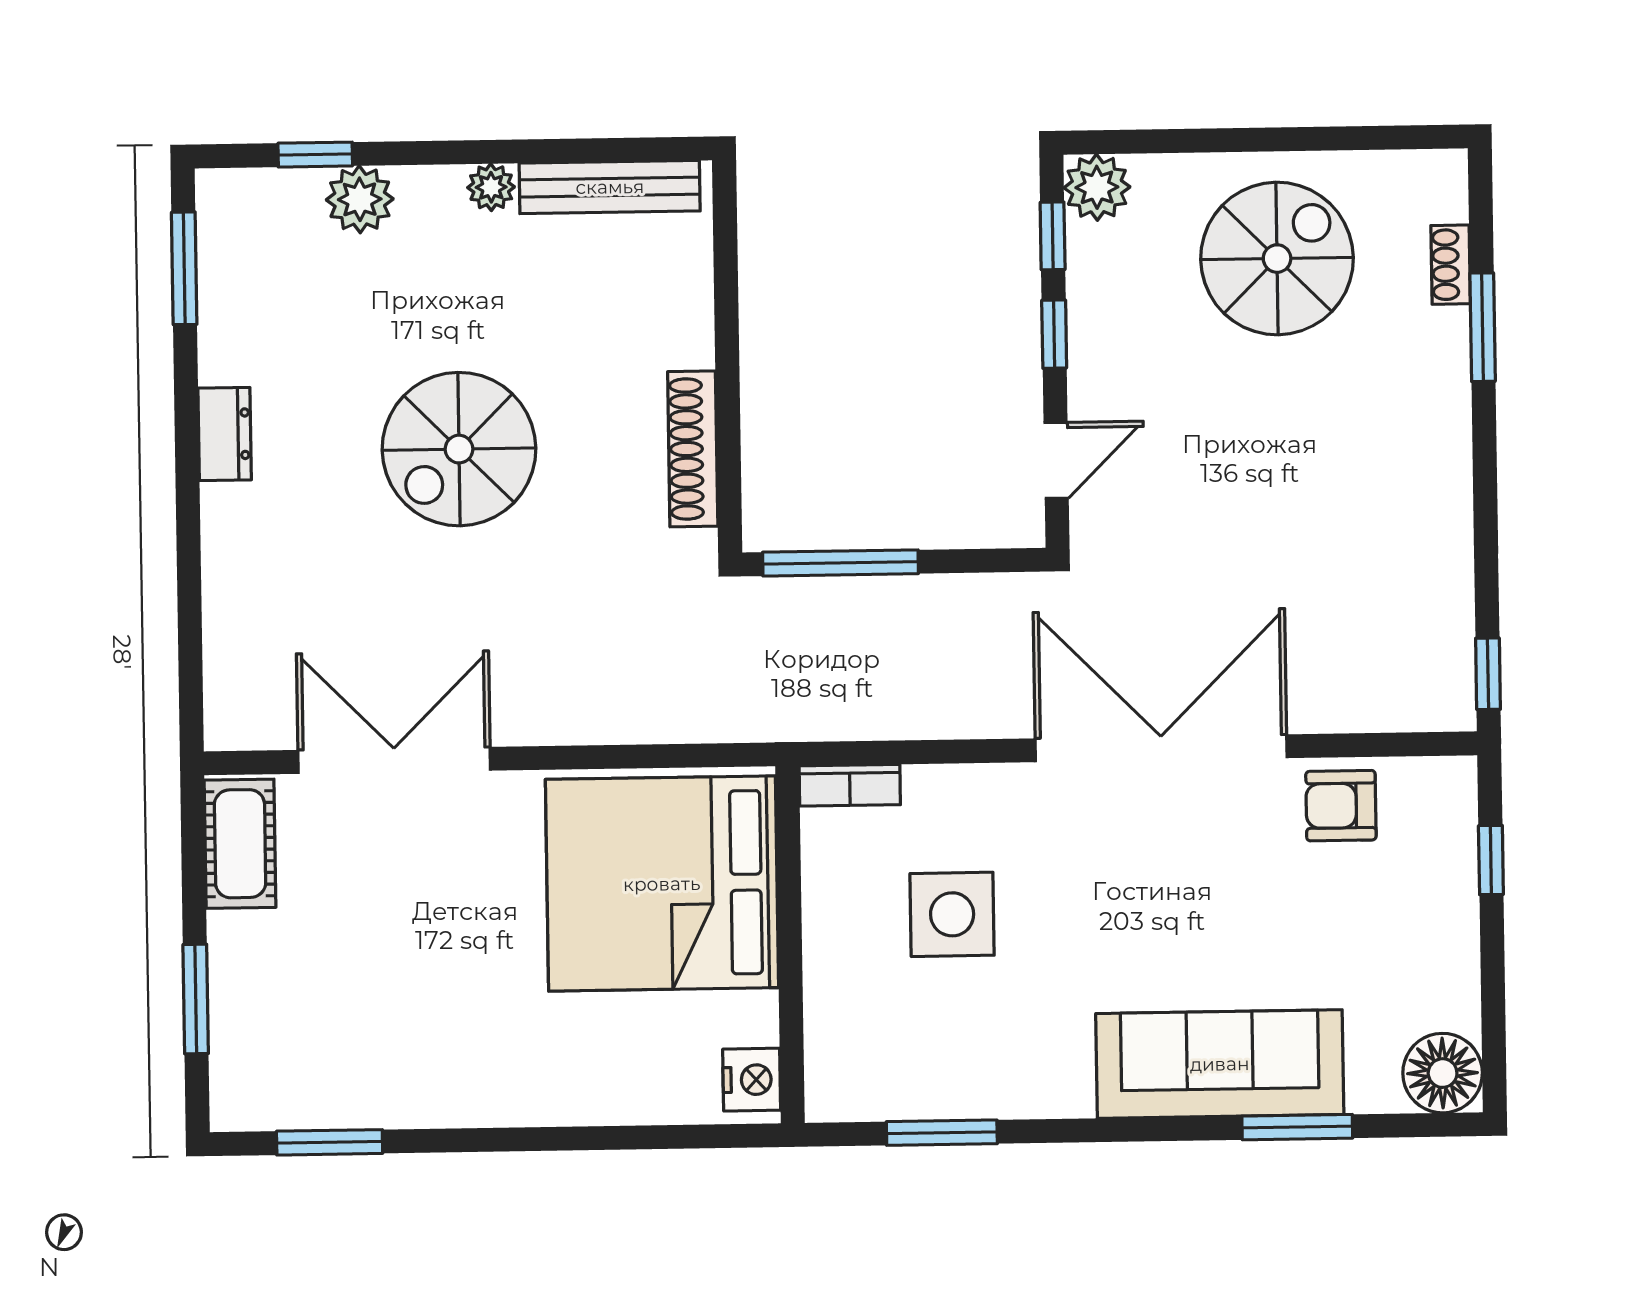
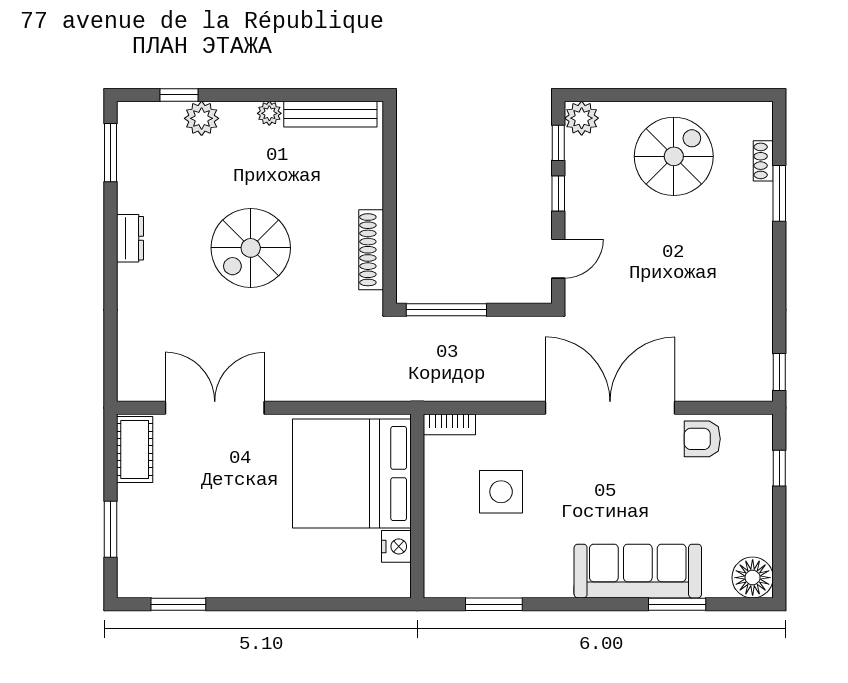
nightstand: (752, 1080) -> (396, 546), moved

